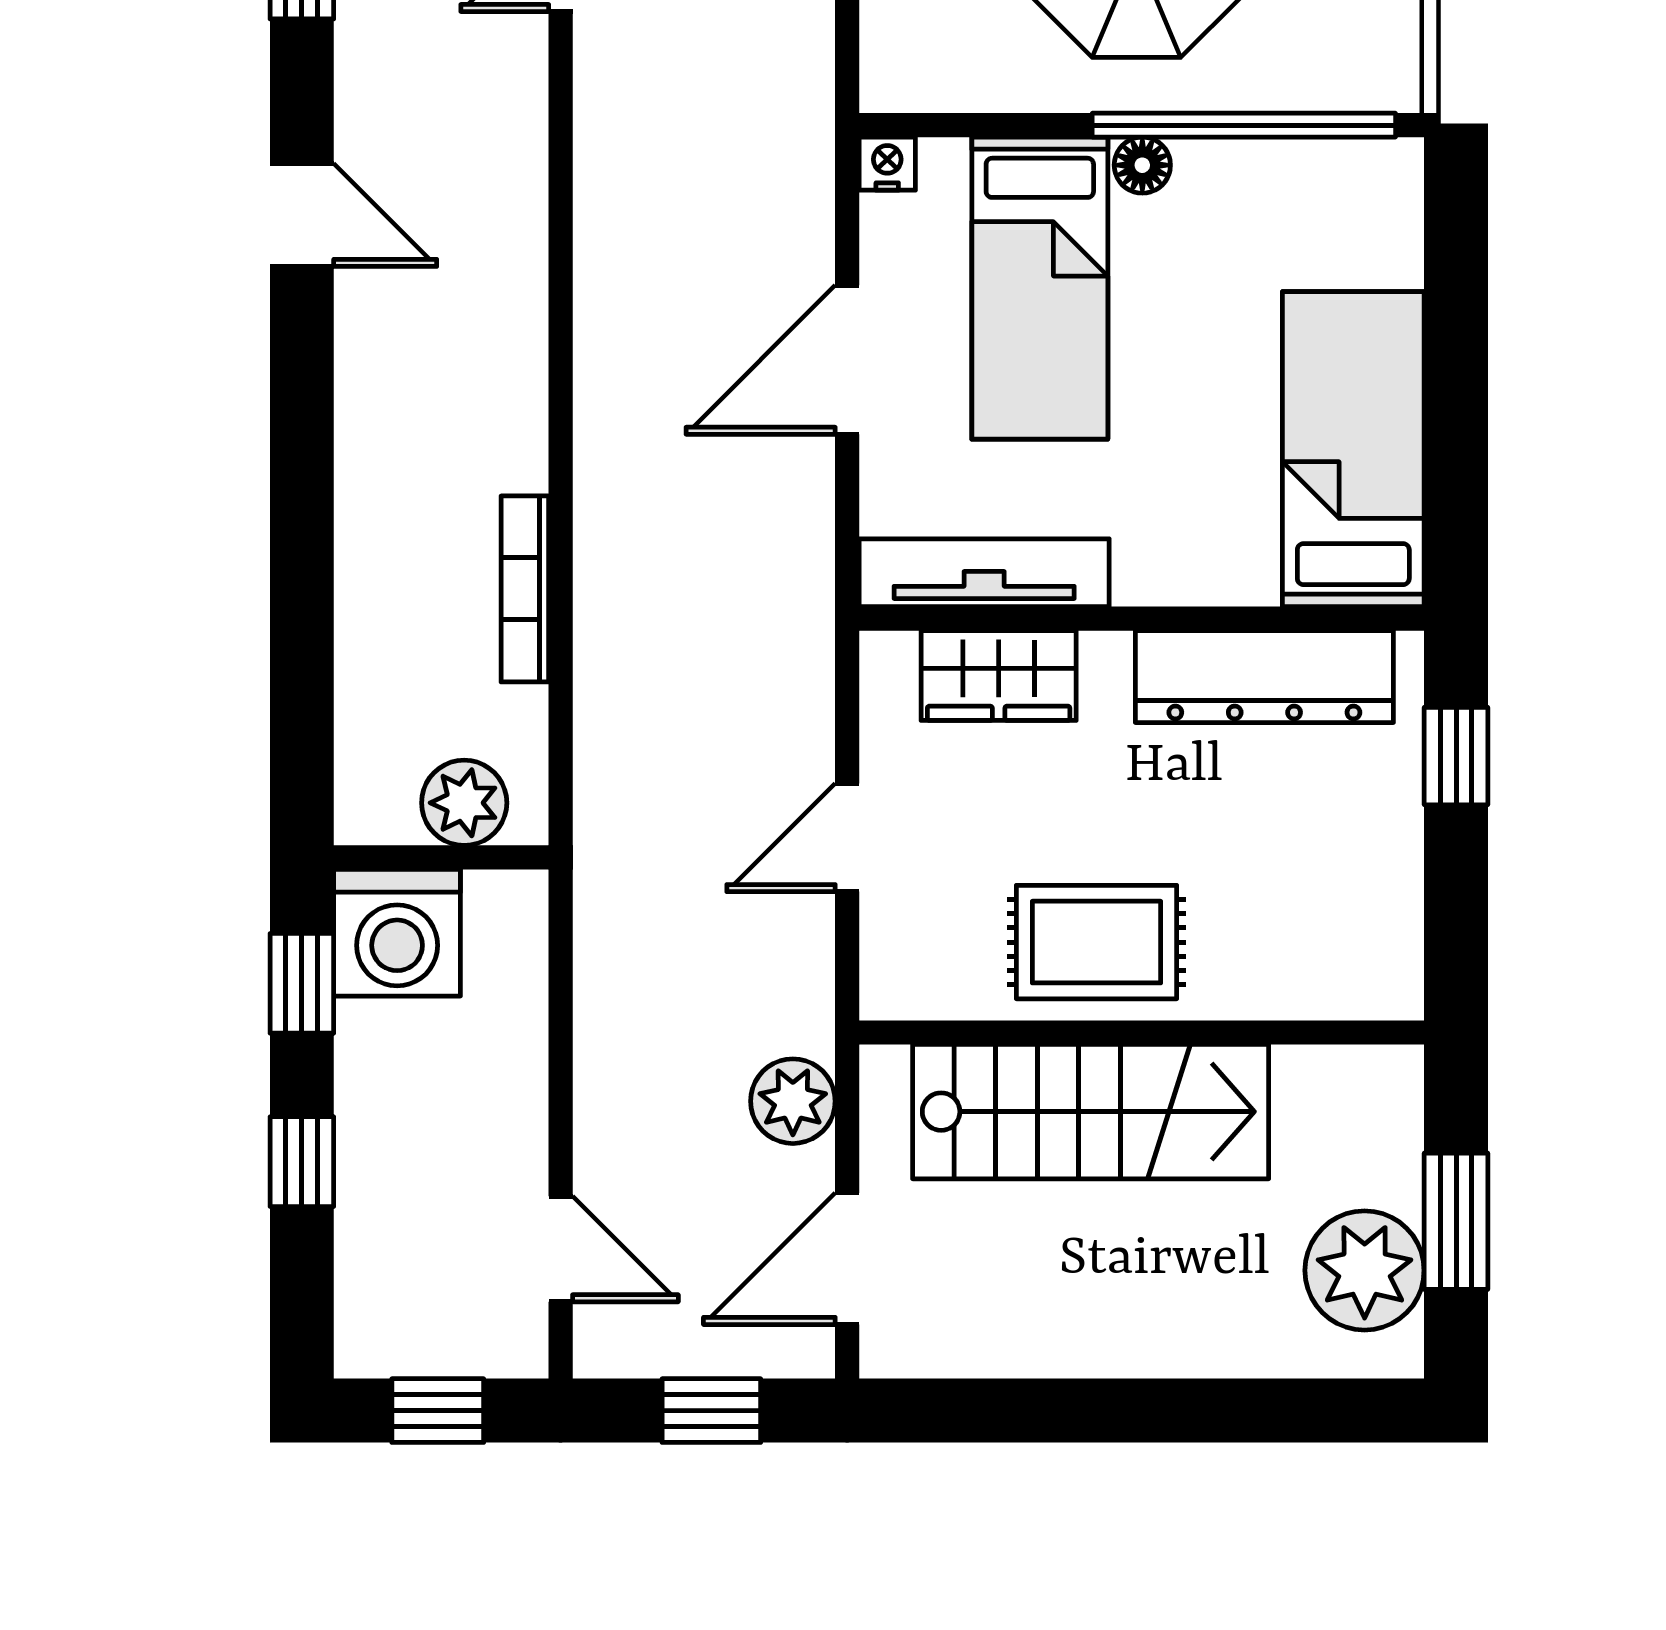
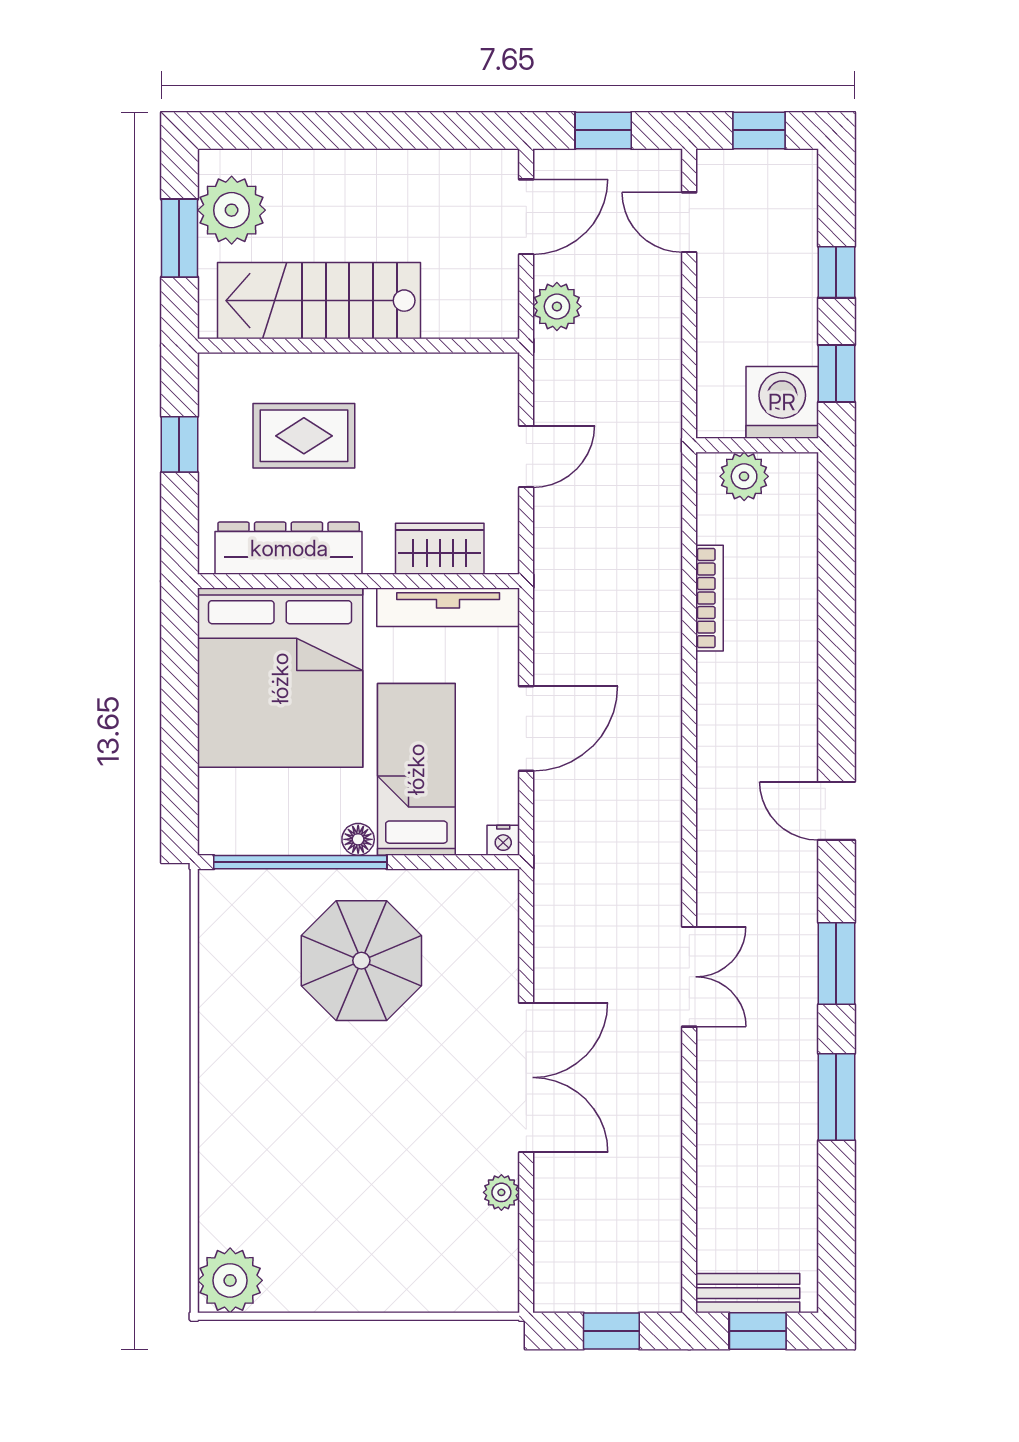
bed: (1353, 449) -> (280, 678), width x2.04
window: (1456, 756) -> (179, 444), moved
rug: (1096, 942) -> (304, 436), moved
stairs: (1091, 1112) -> (319, 301), moved

